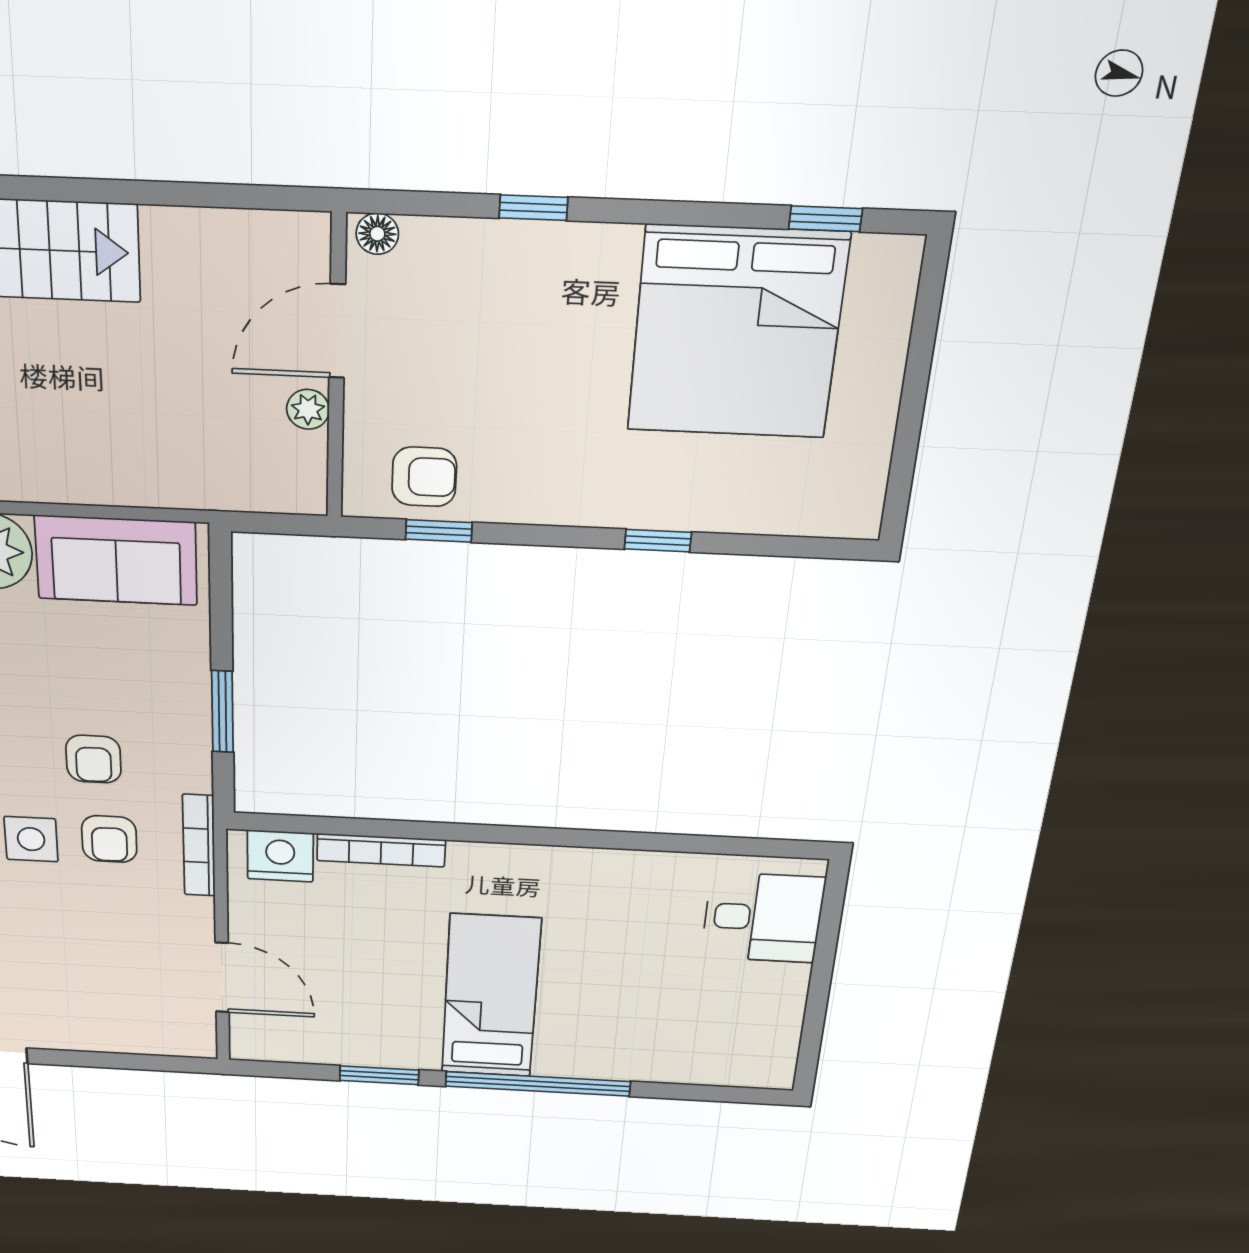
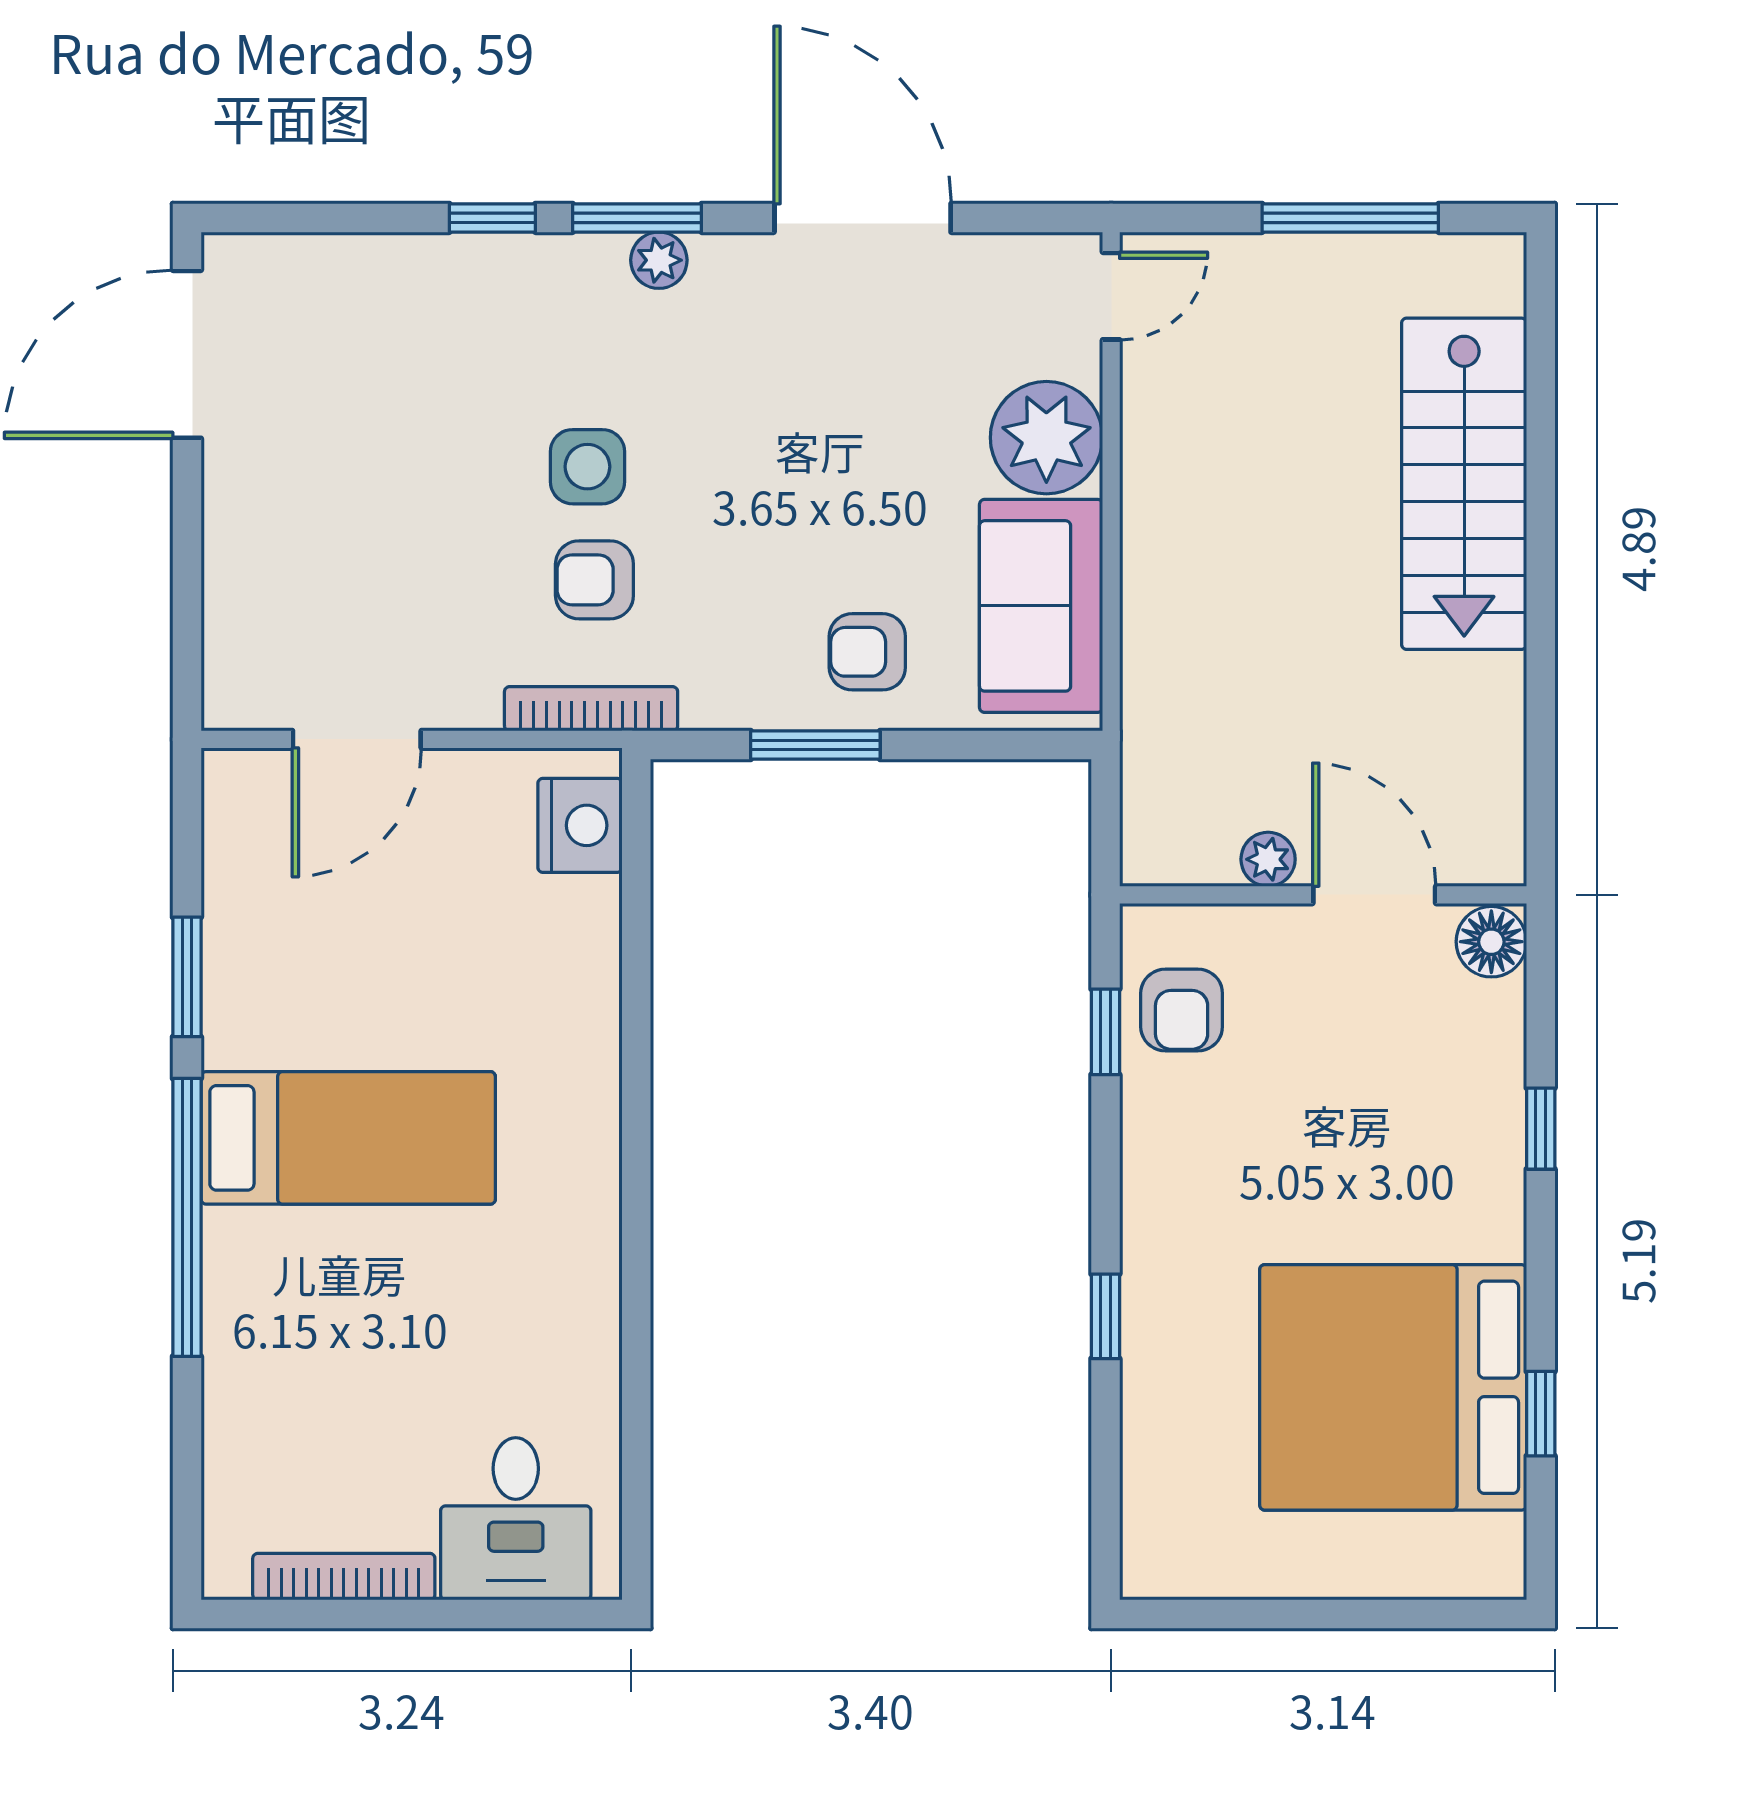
window: (826, 219) -> (1541, 1414), moved
floor lamp: (377, 234) -> (1491, 942), width x1.37, depth x1.37
armchair: (93, 759) -> (867, 652), moved
bookcase: (381, 850) -> (344, 1577), moved, turned 90

